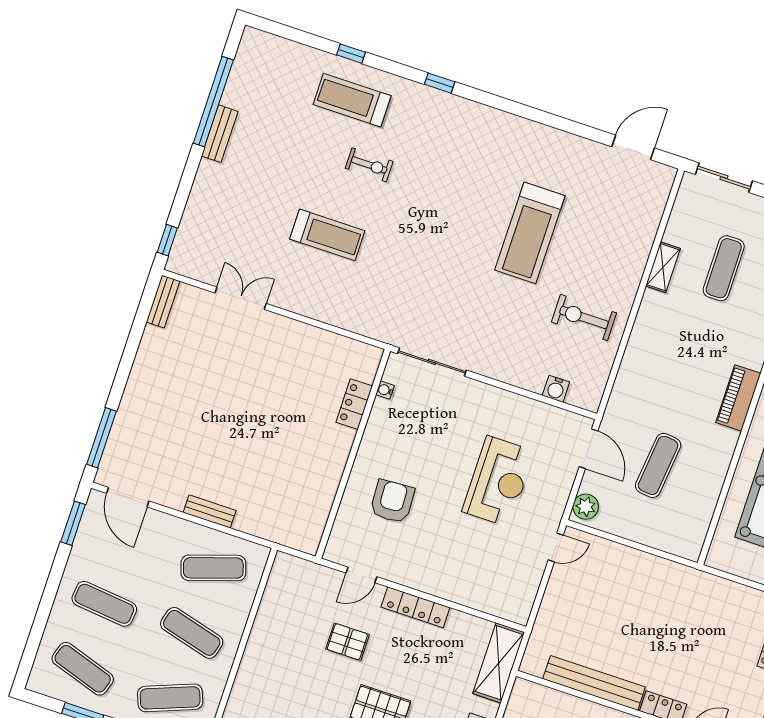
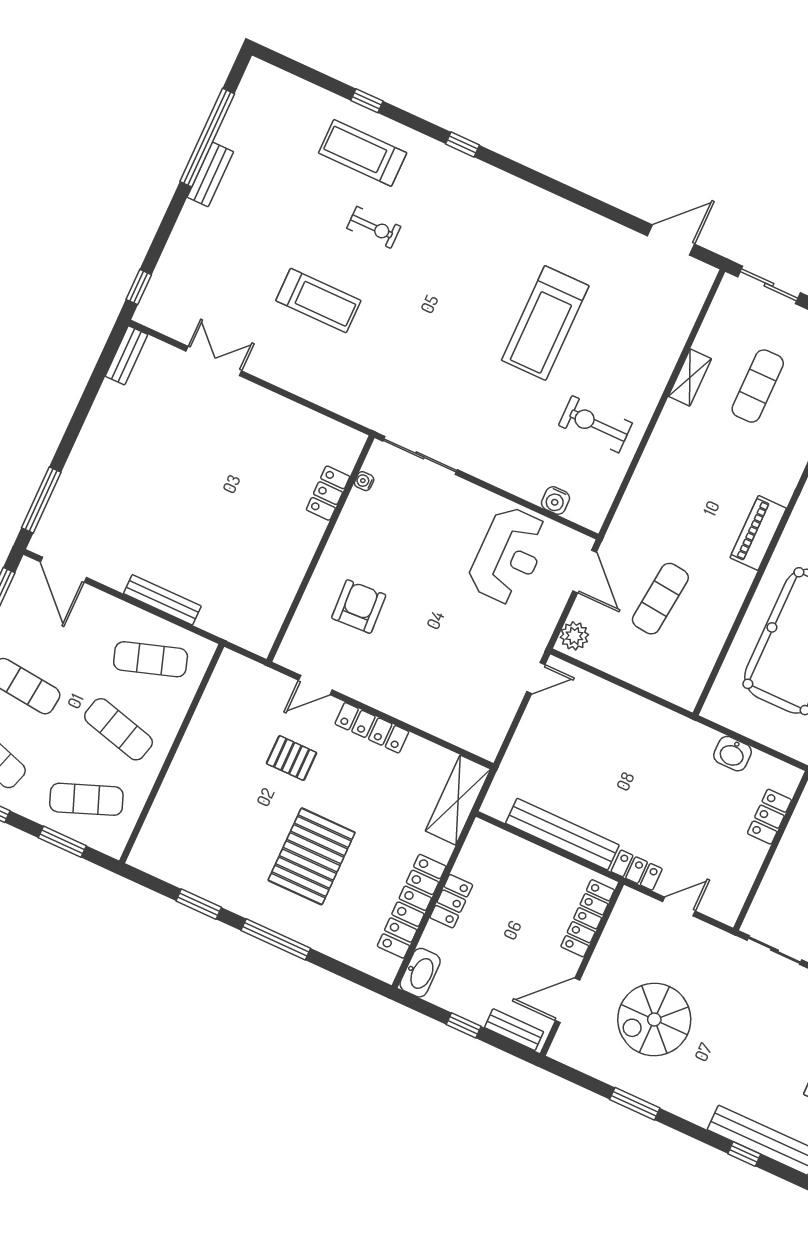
reception desk: (498, 481) -> (509, 556), moved
bench: (210, 511) -> (162, 600), width x1.36
washbasin: (737, 595) -> (733, 754), added

